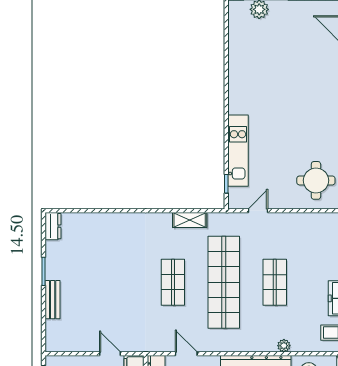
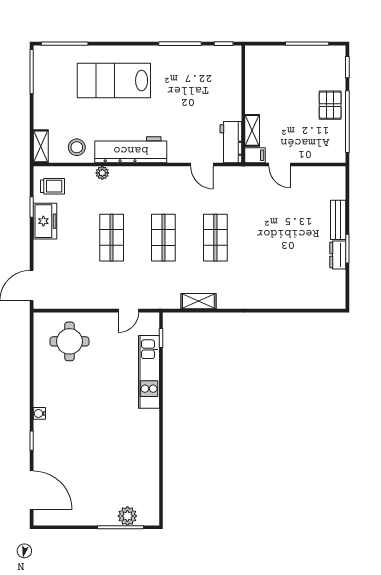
dresser: (53, 226) -> (338, 255), moved
shop shelf: (224, 282) -> (163, 238), width x0.50, depth x0.74

